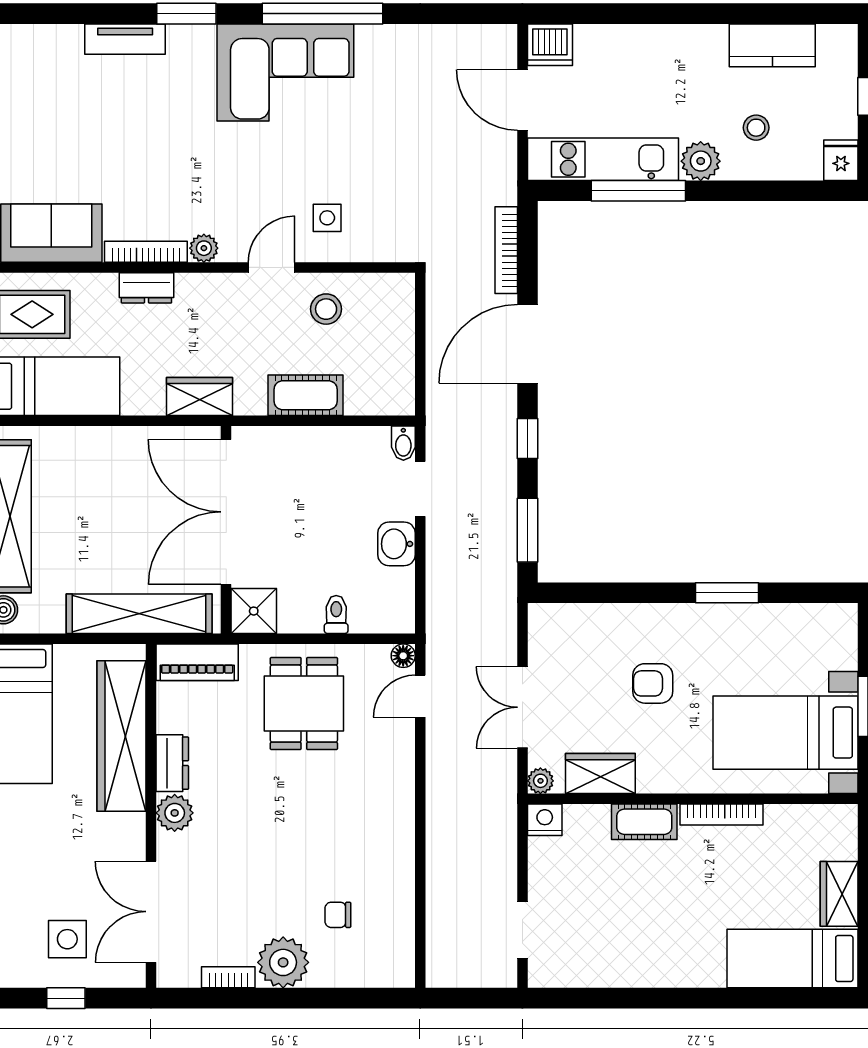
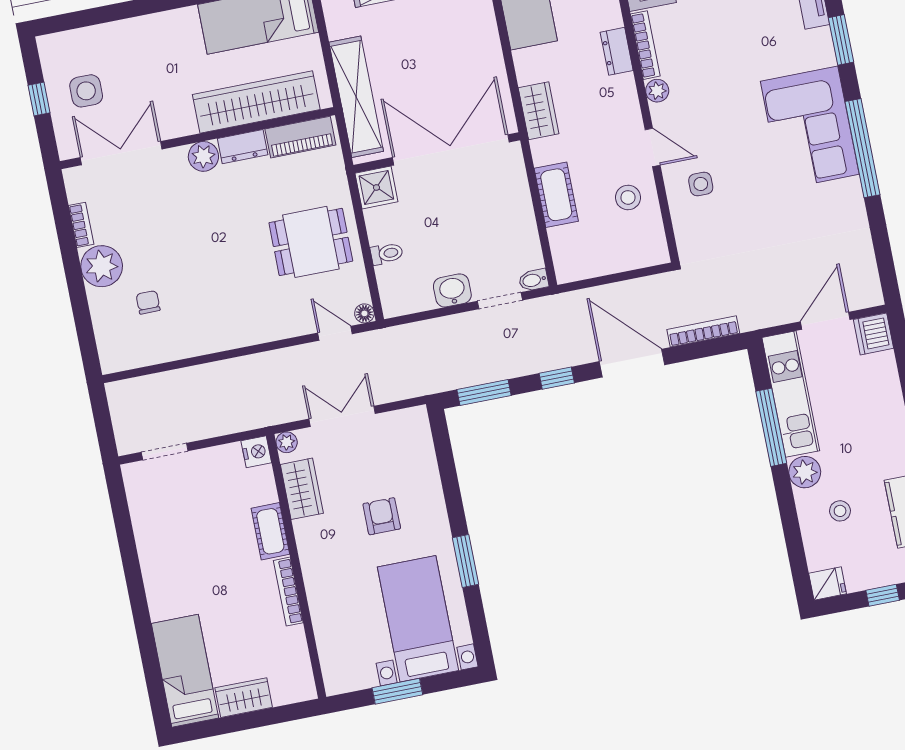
piano: (197, 662) -> (300, 137), moved, turned -90
bed with nightstands: (786, 733) -> (418, 619), moved

